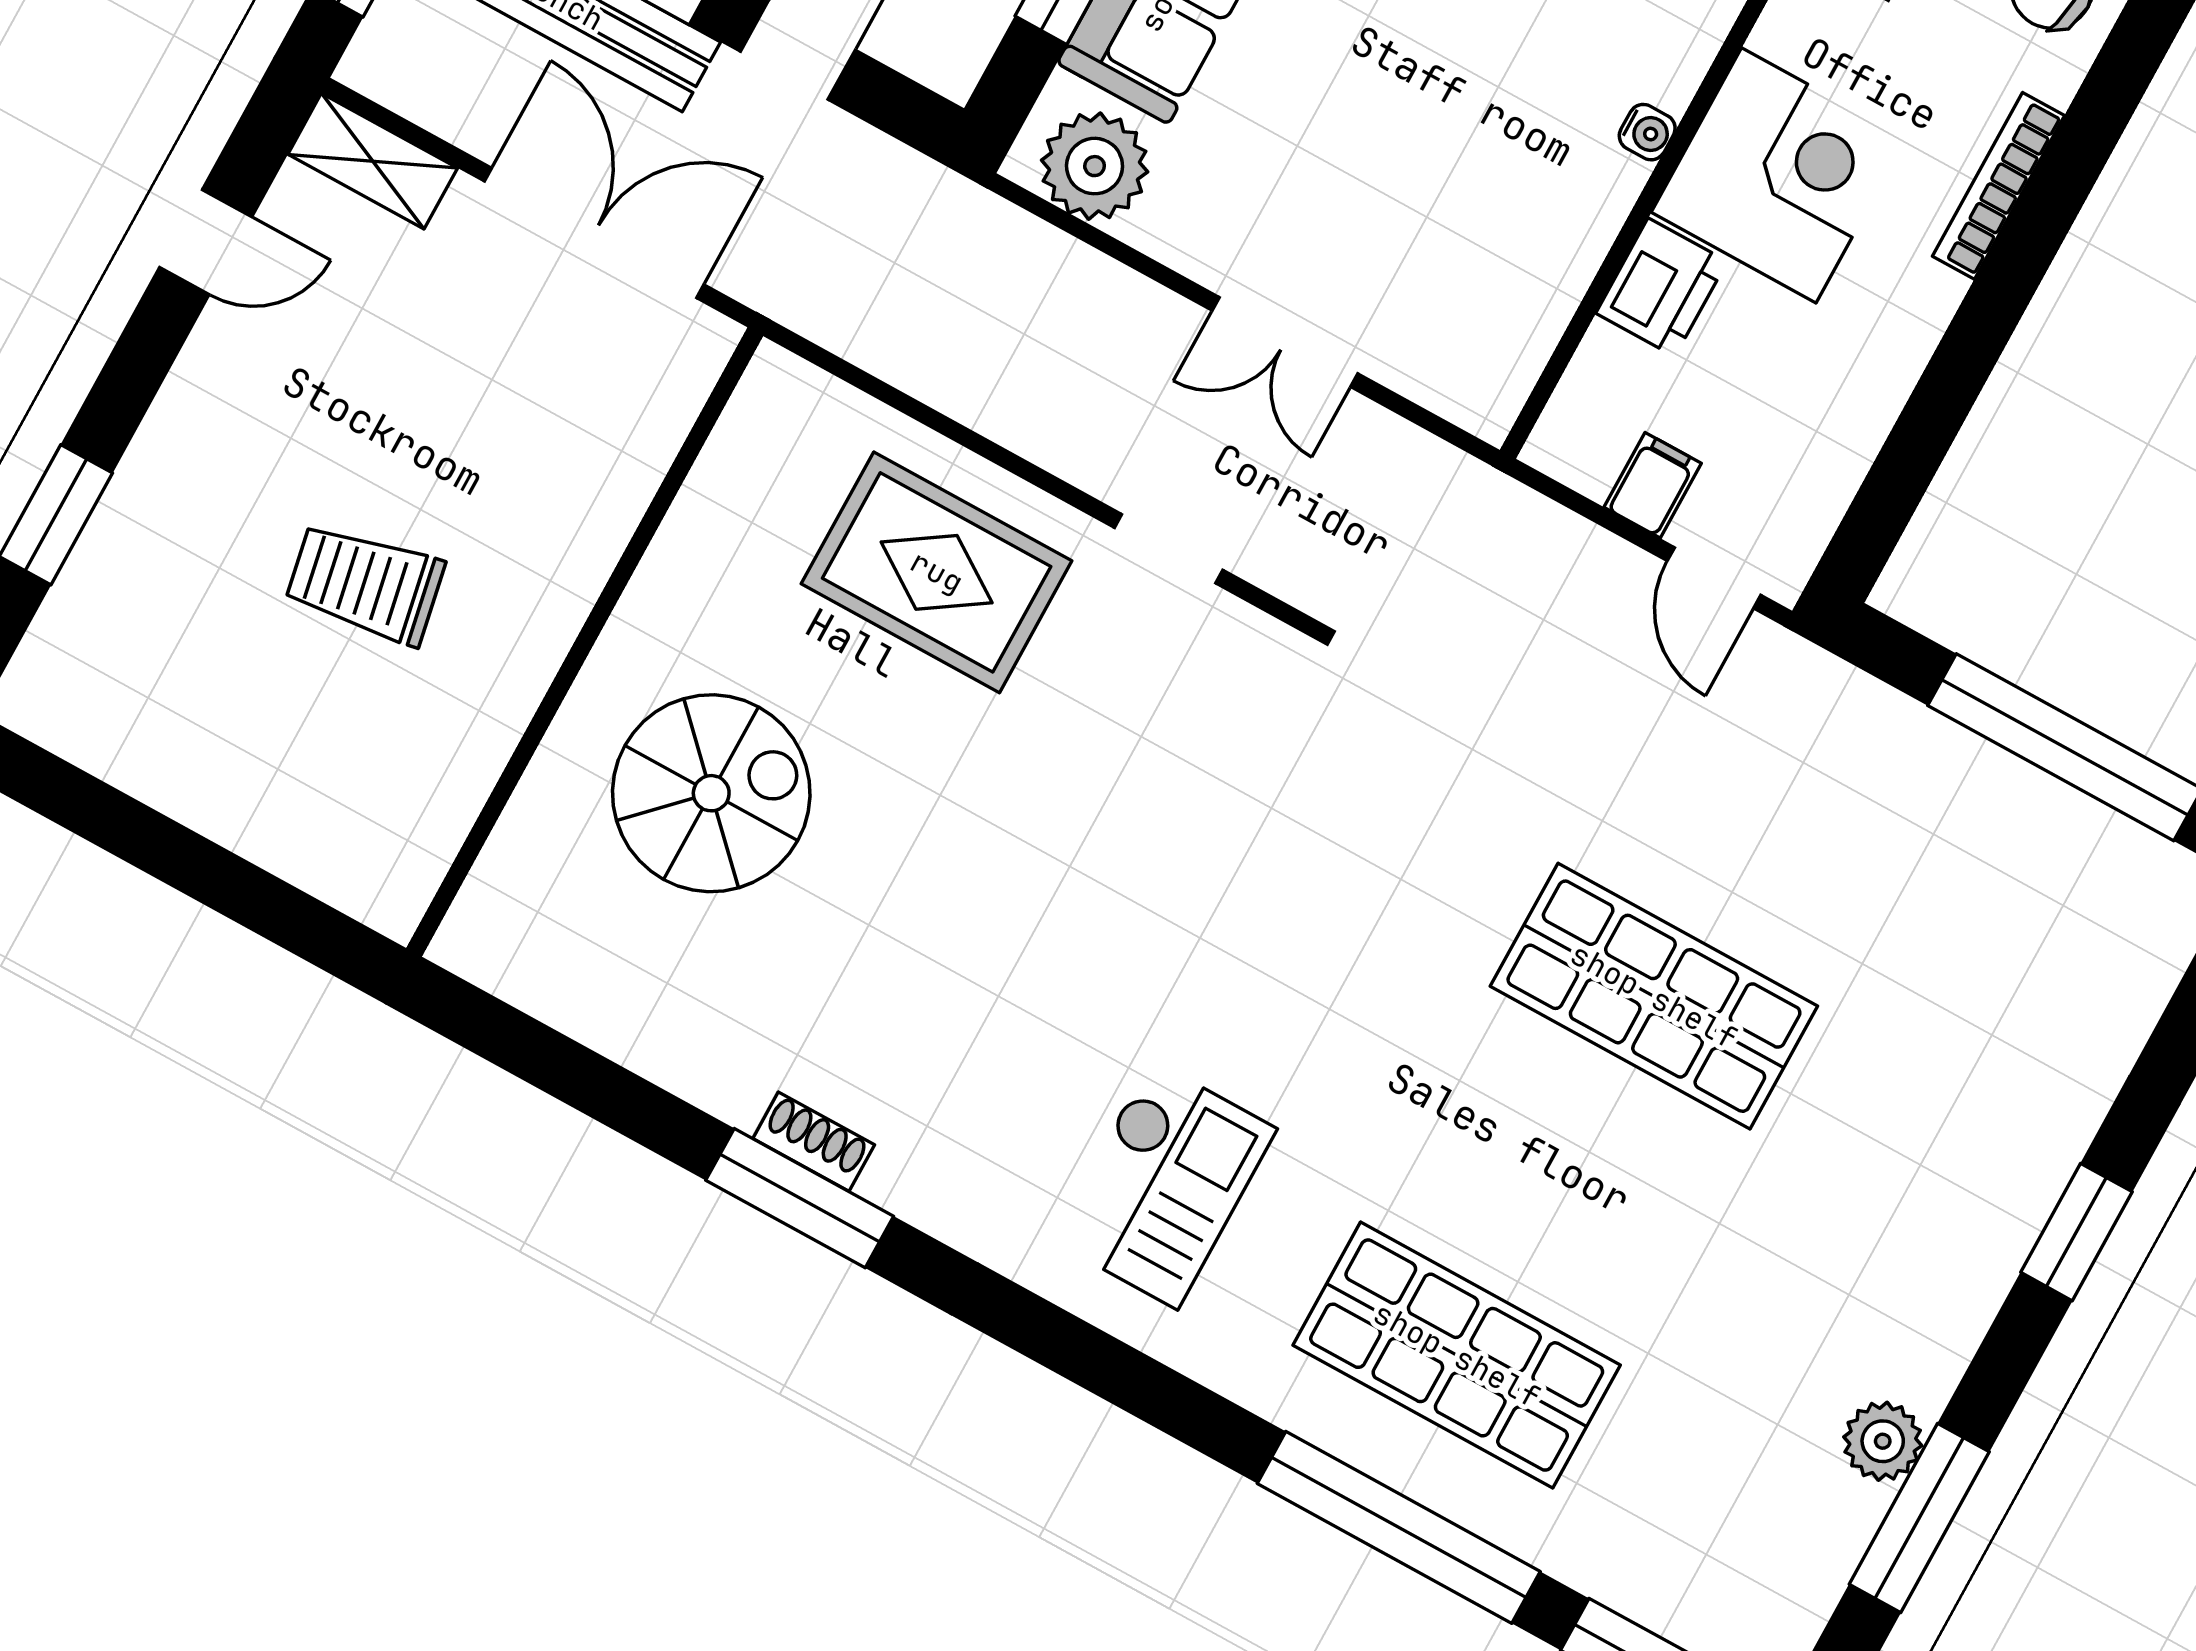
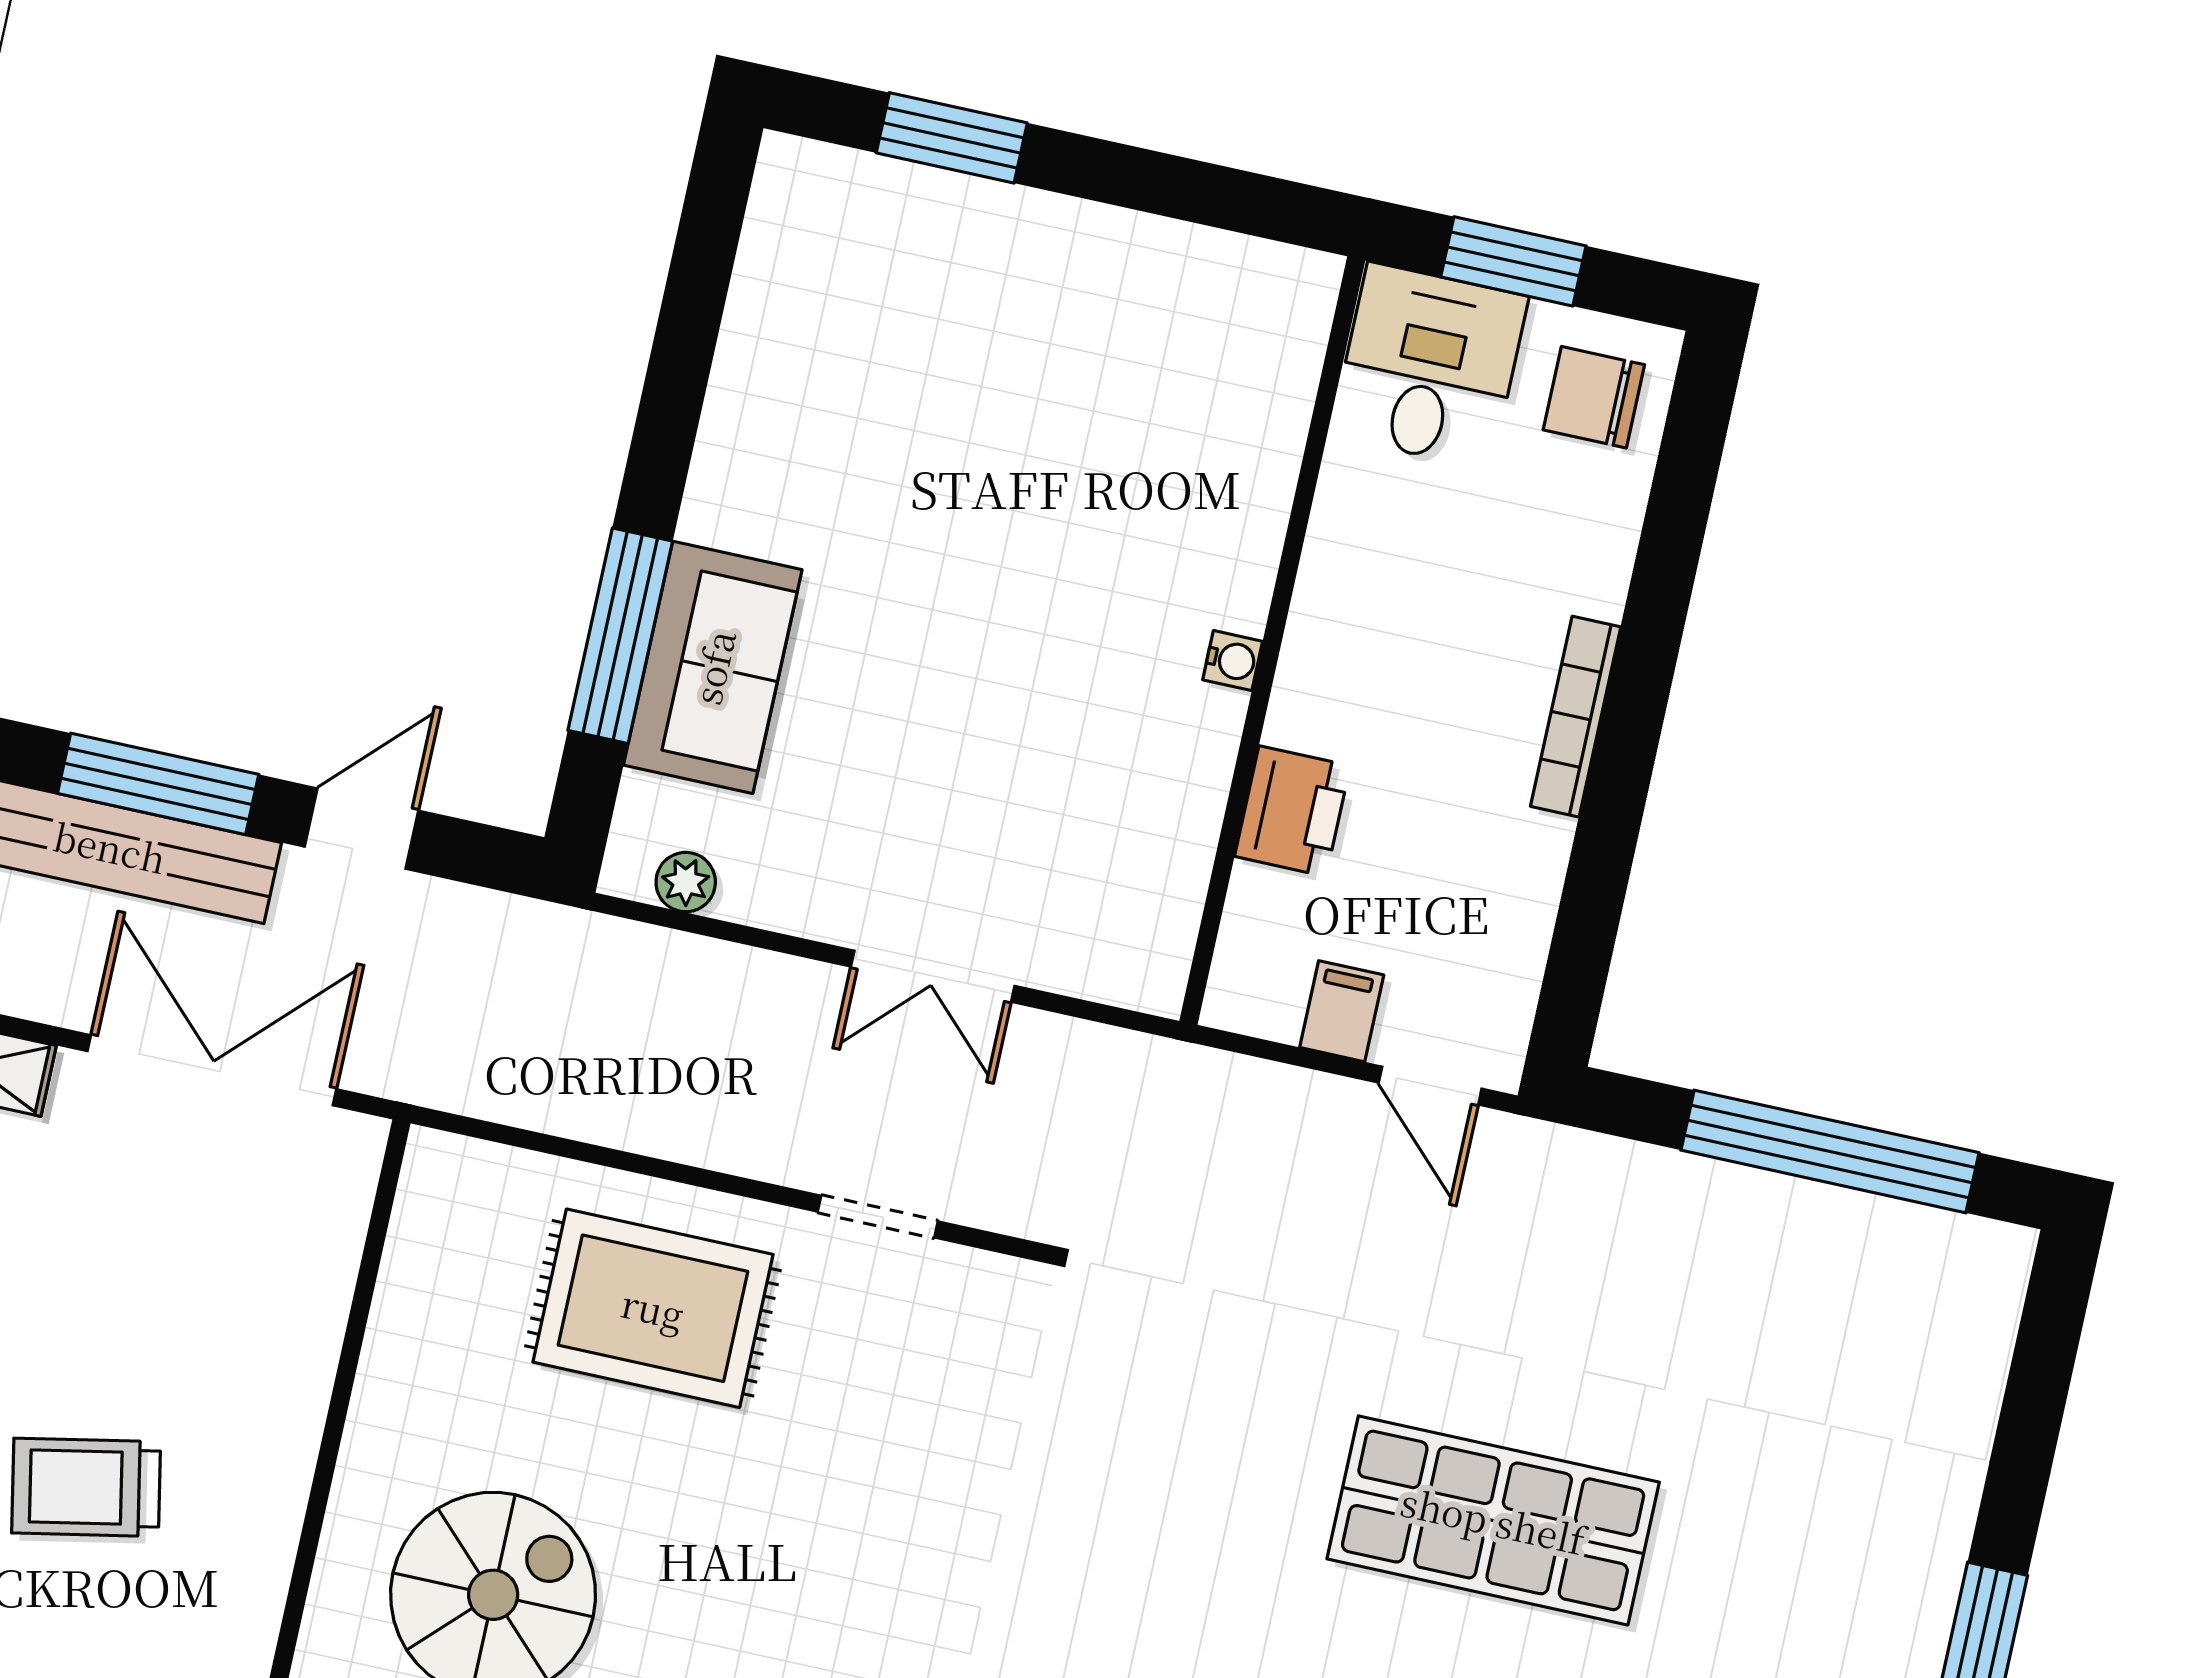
plant: (1095, 166) -> (686, 882), width x0.53, depth x0.53
corner desk: (1779, 175) -> (1377, 665), removed
bookcase: (1999, 186) -> (1576, 717), moved

